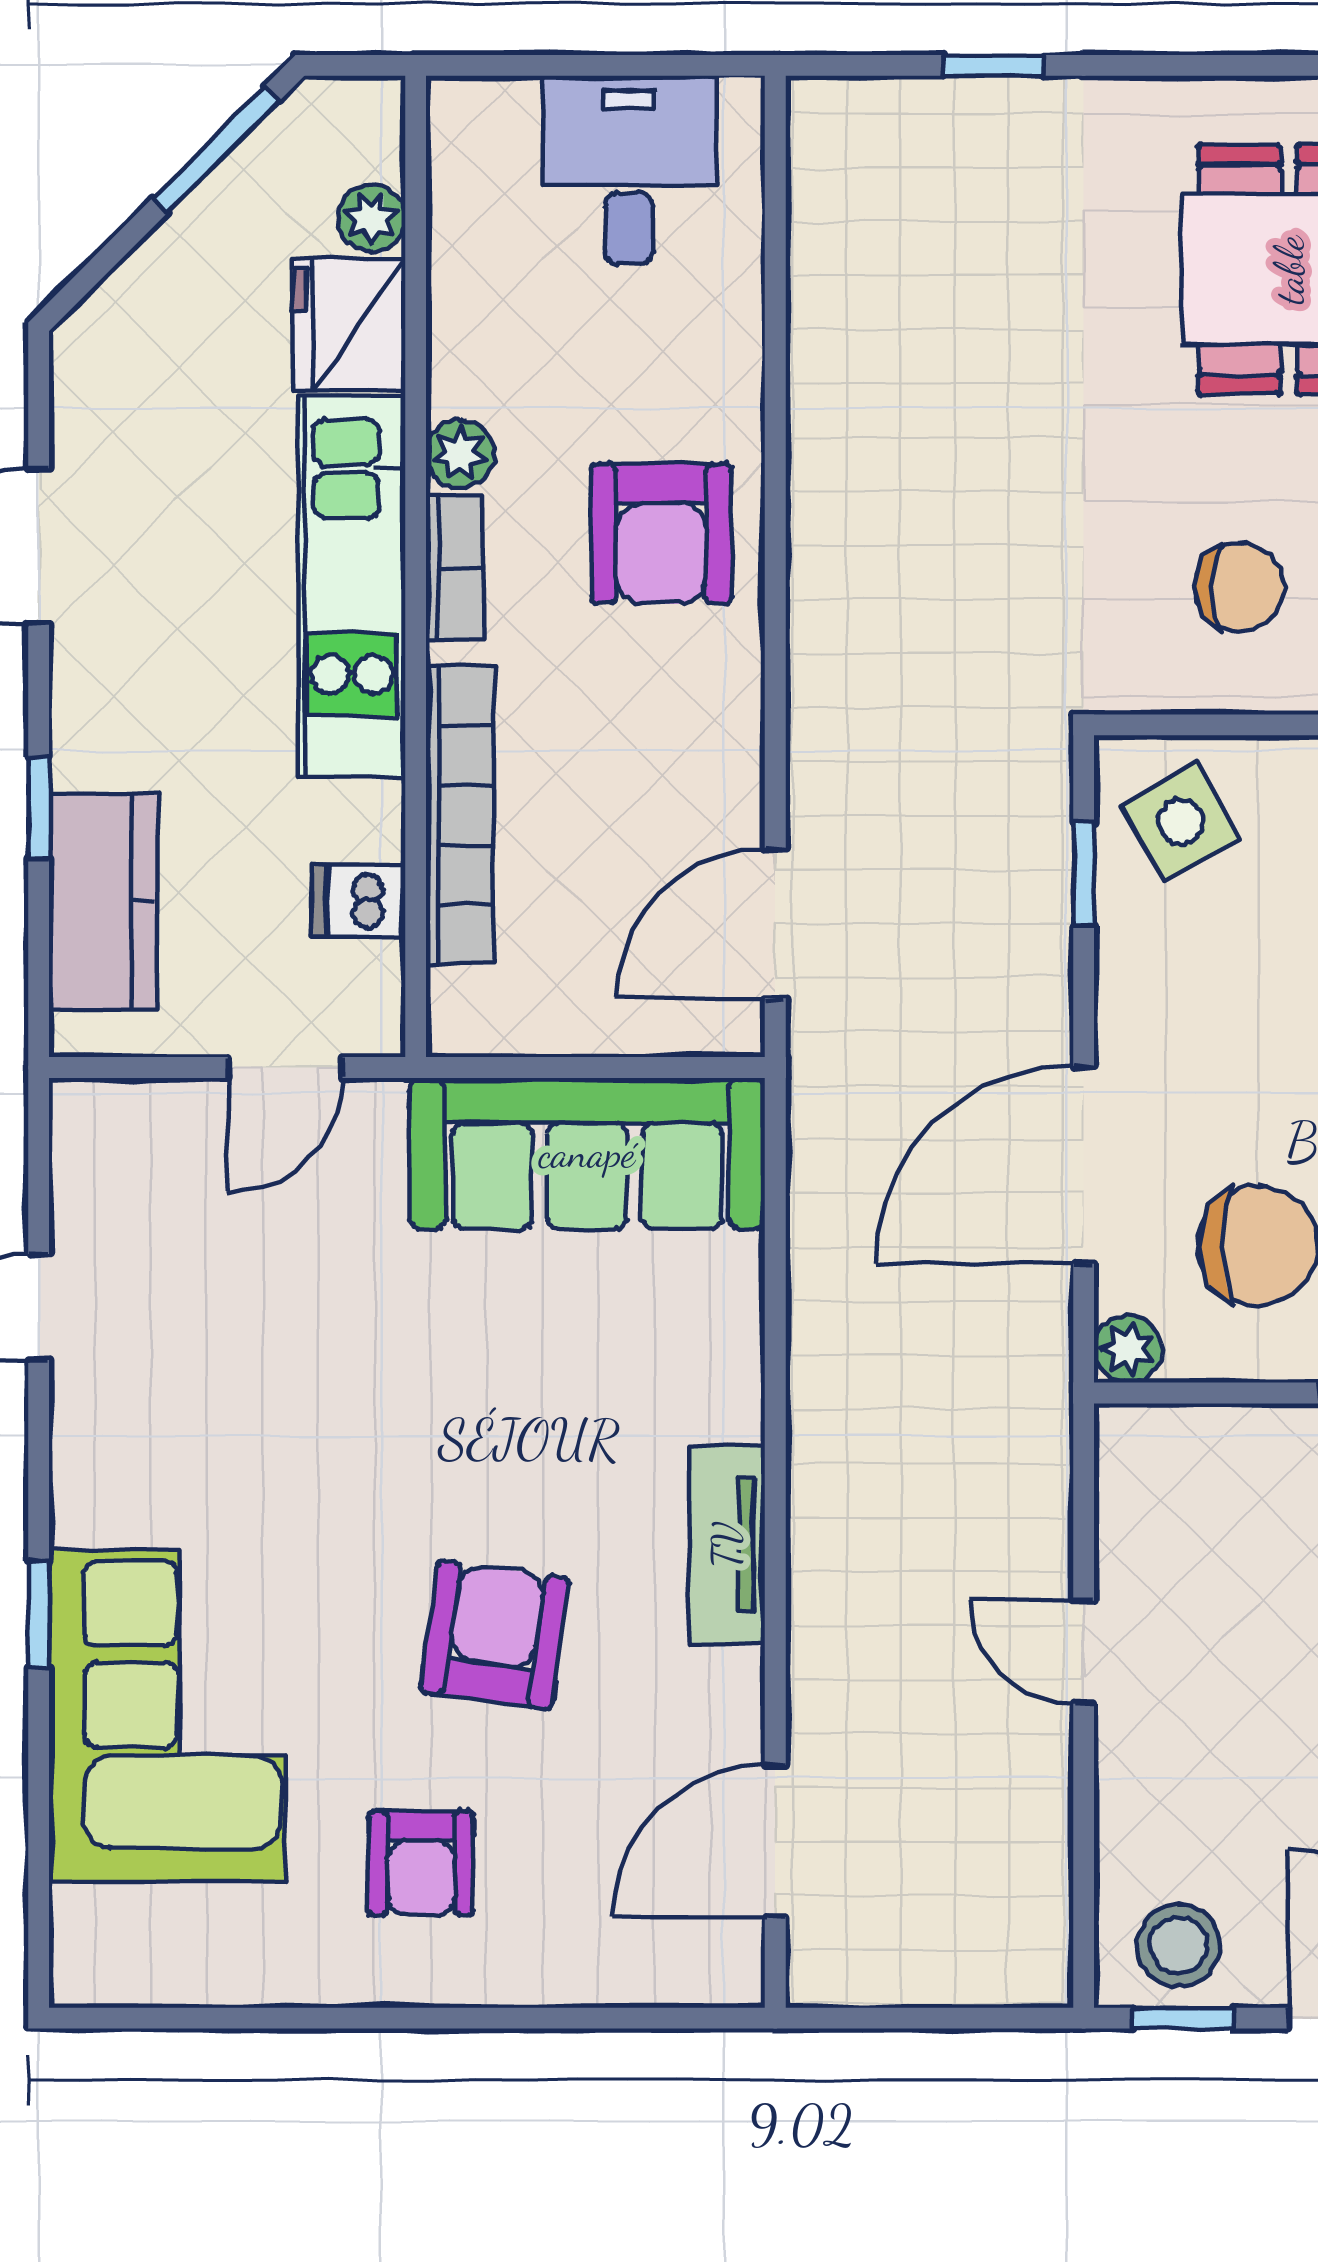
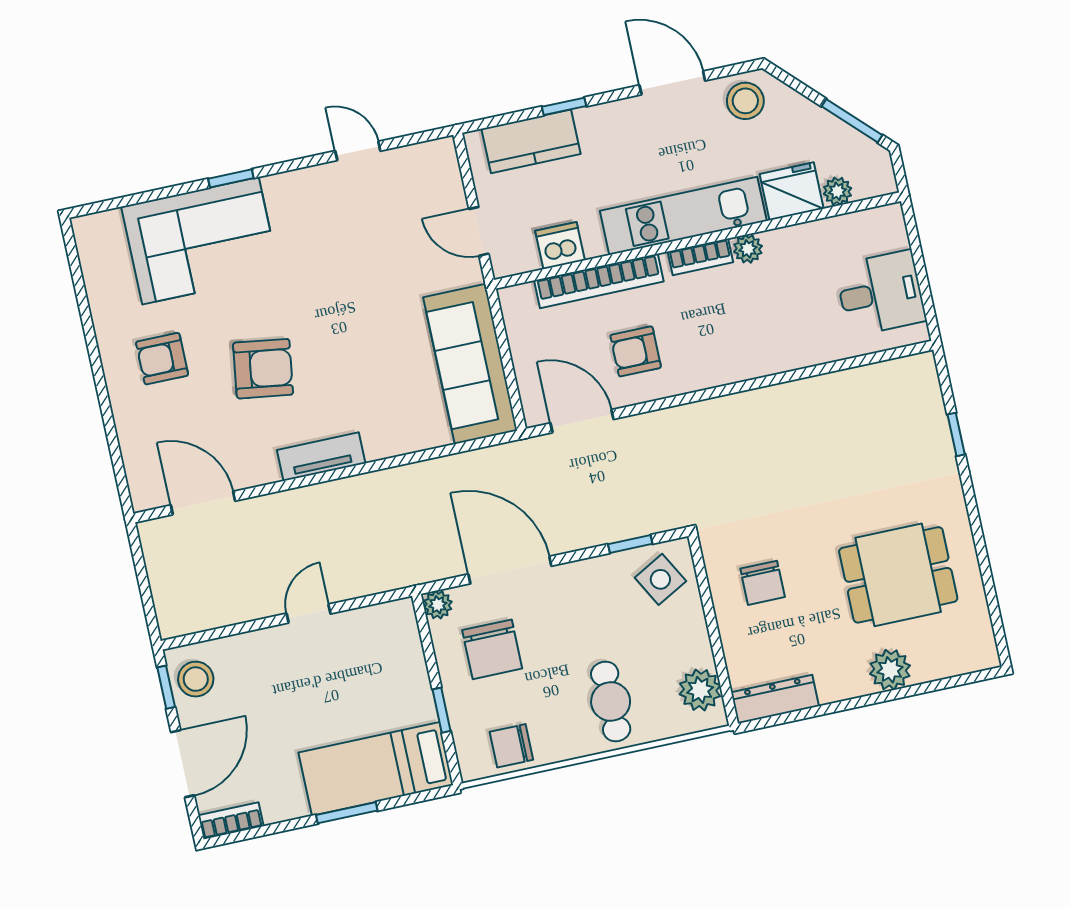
stool: (117, 386) -> (745, 101), added
armchair: (661, 534) -> (636, 351), moved, width x0.72, depth x0.72
dishwasher: (359, 900) -> (560, 246), width x1.38

